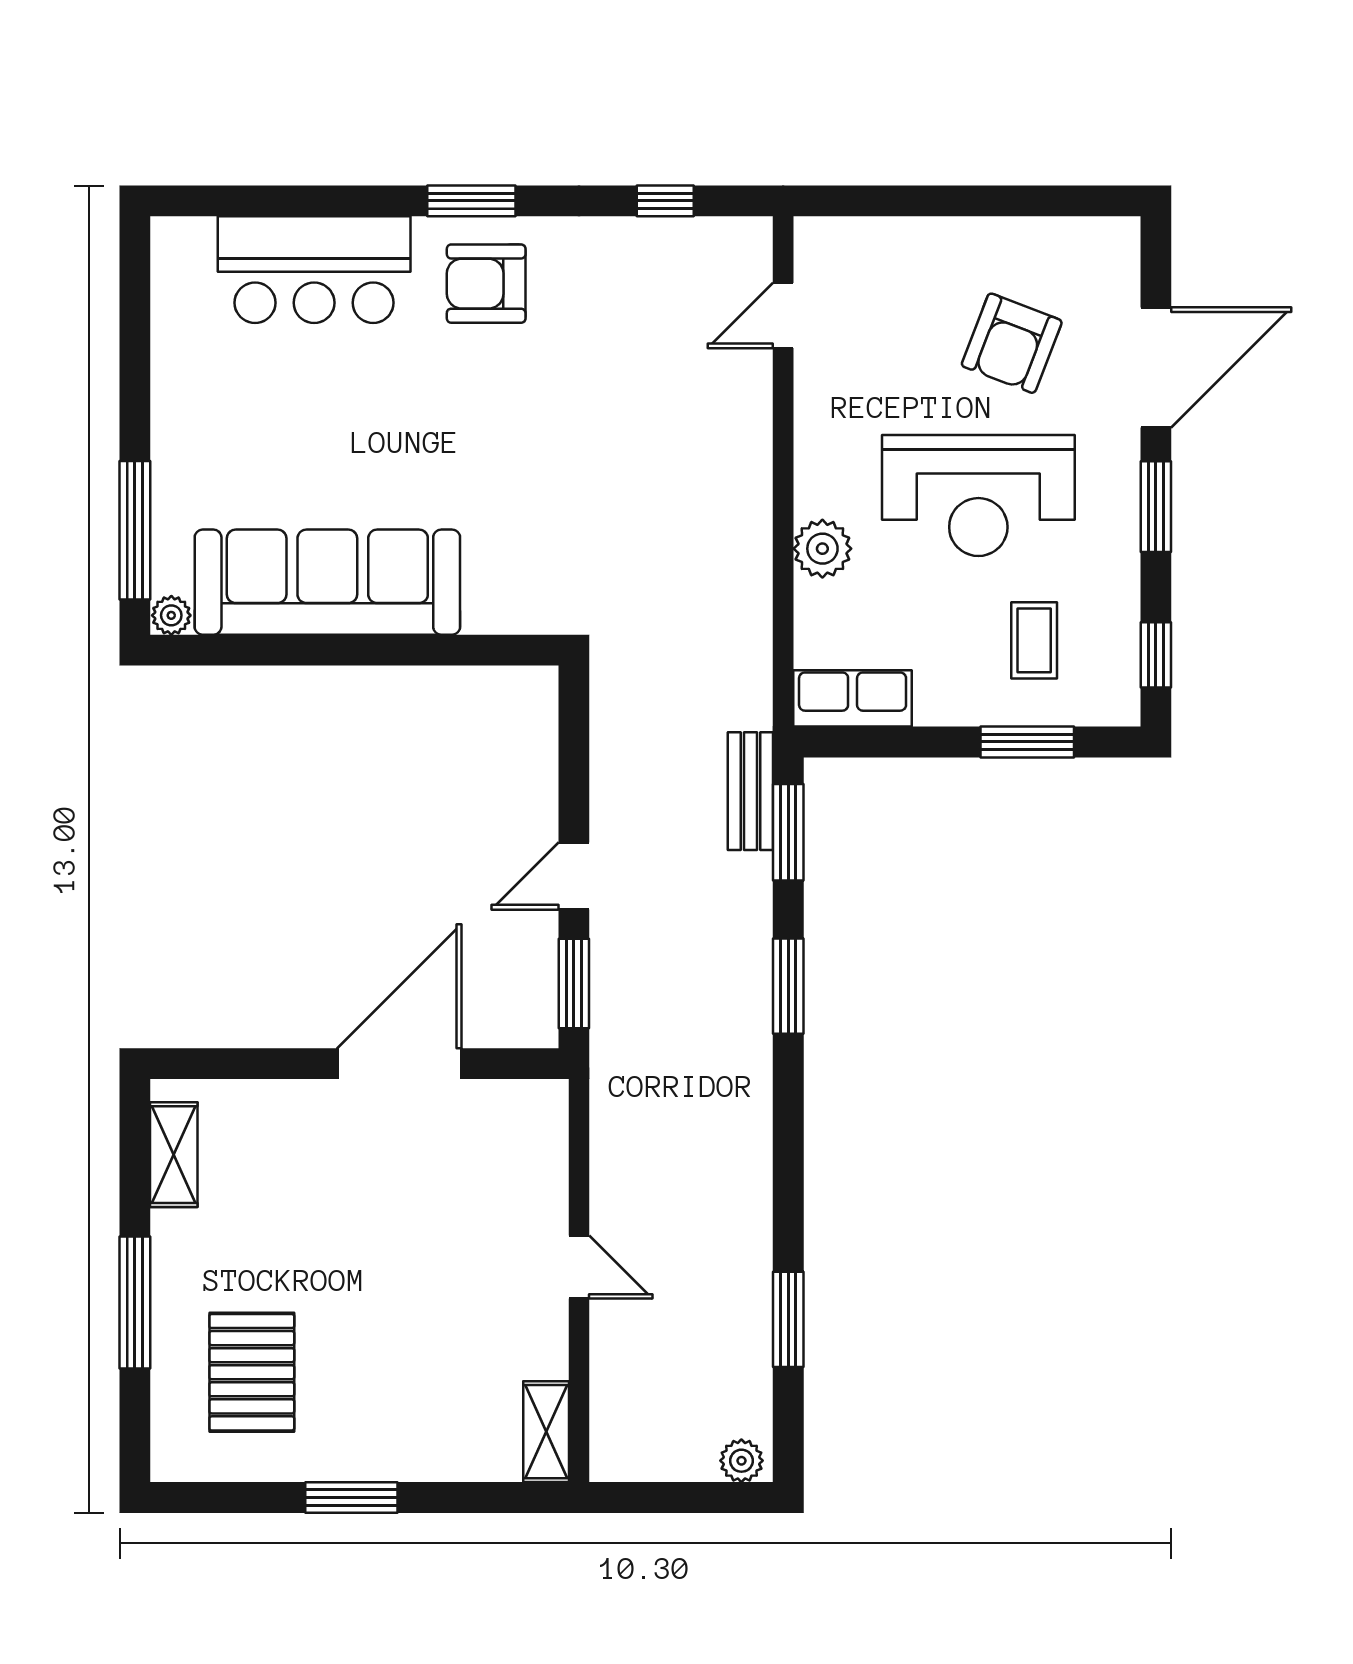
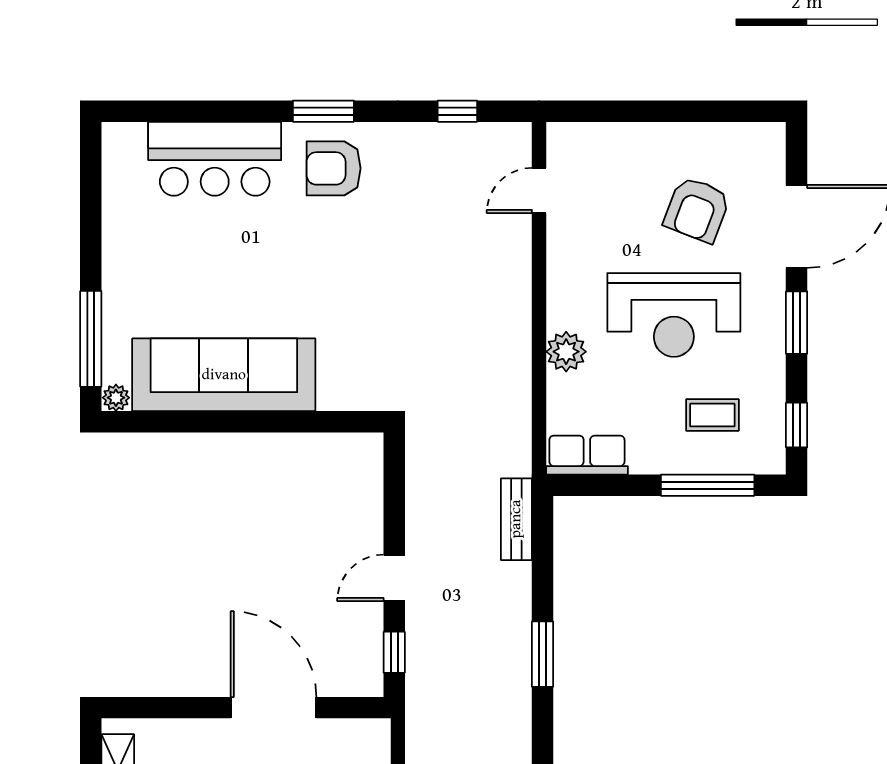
coffee table: (1034, 640) -> (712, 415), turned 90
window: (1027, 742) -> (708, 485), width x1.44
window: (788, 832) -> (542, 548), removed
window: (574, 984) -> (394, 652), width x0.67
door: (399, 1064) -> (274, 708), hinge flipped

